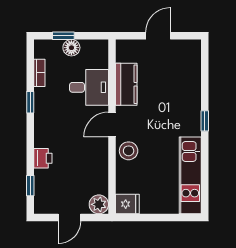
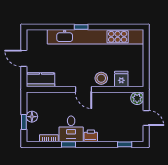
kitchen counter: (126, 84) -> (40, 80), moved
desk: (89, 87) -> (71, 129), moved, turned 180
printer: (43, 158) -> (91, 136), moved
kitchen unit: (190, 175) -> (95, 37), width x1.86
fridge: (127, 204) -> (121, 79), moved

